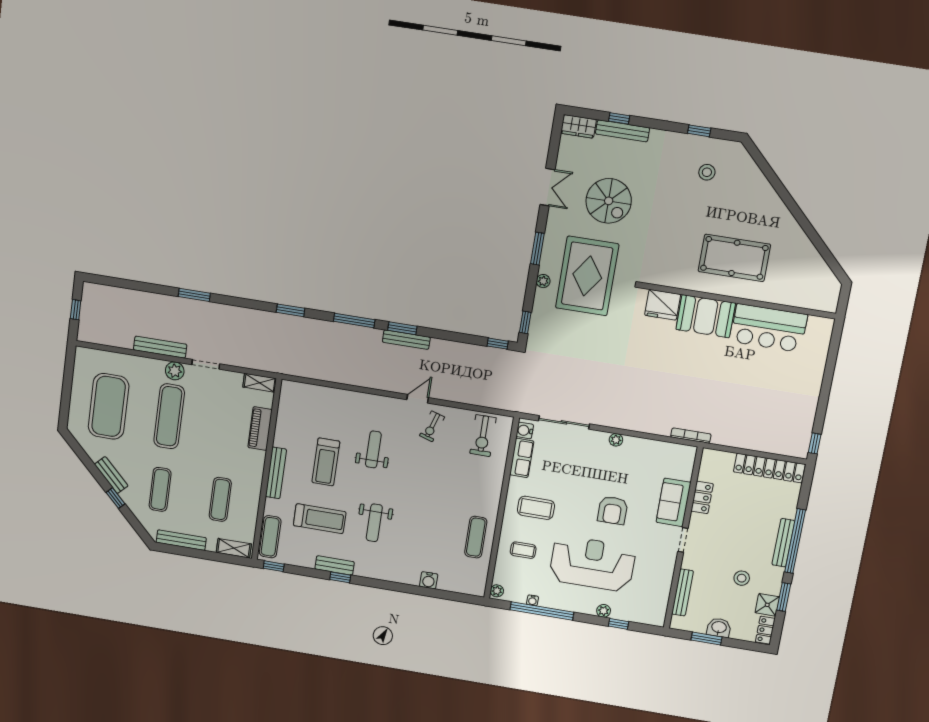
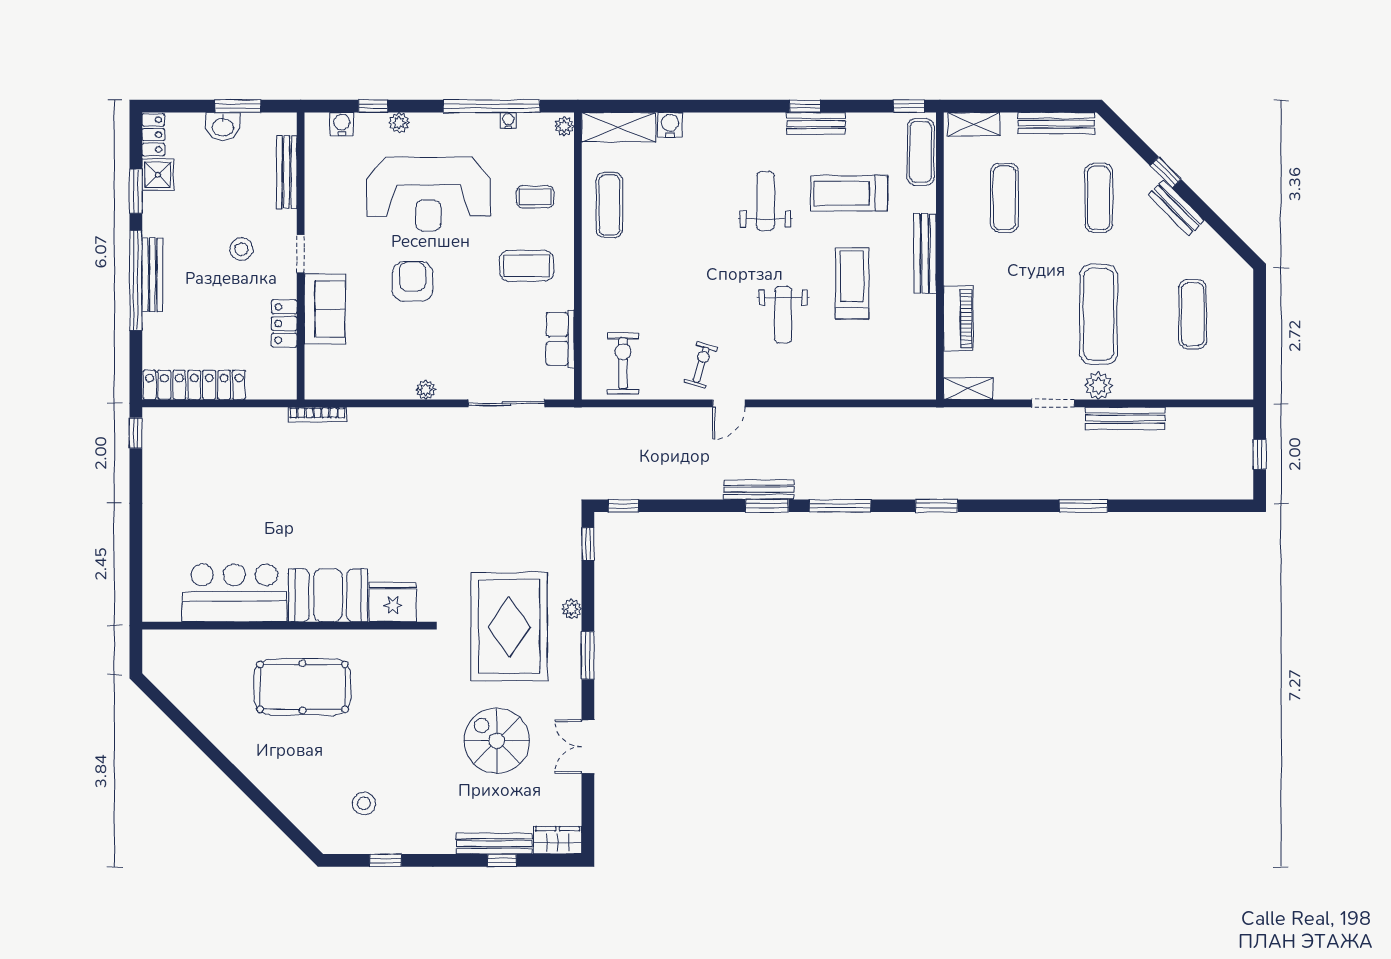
exercise mat: (109, 406) -> (1193, 314), width x0.50, depth x0.69
water cooler: (525, 430) -> (342, 124), moved, turned -90
stool: (742, 578) -> (241, 249), moved
shelving: (462, 584) -> (619, 127), added

